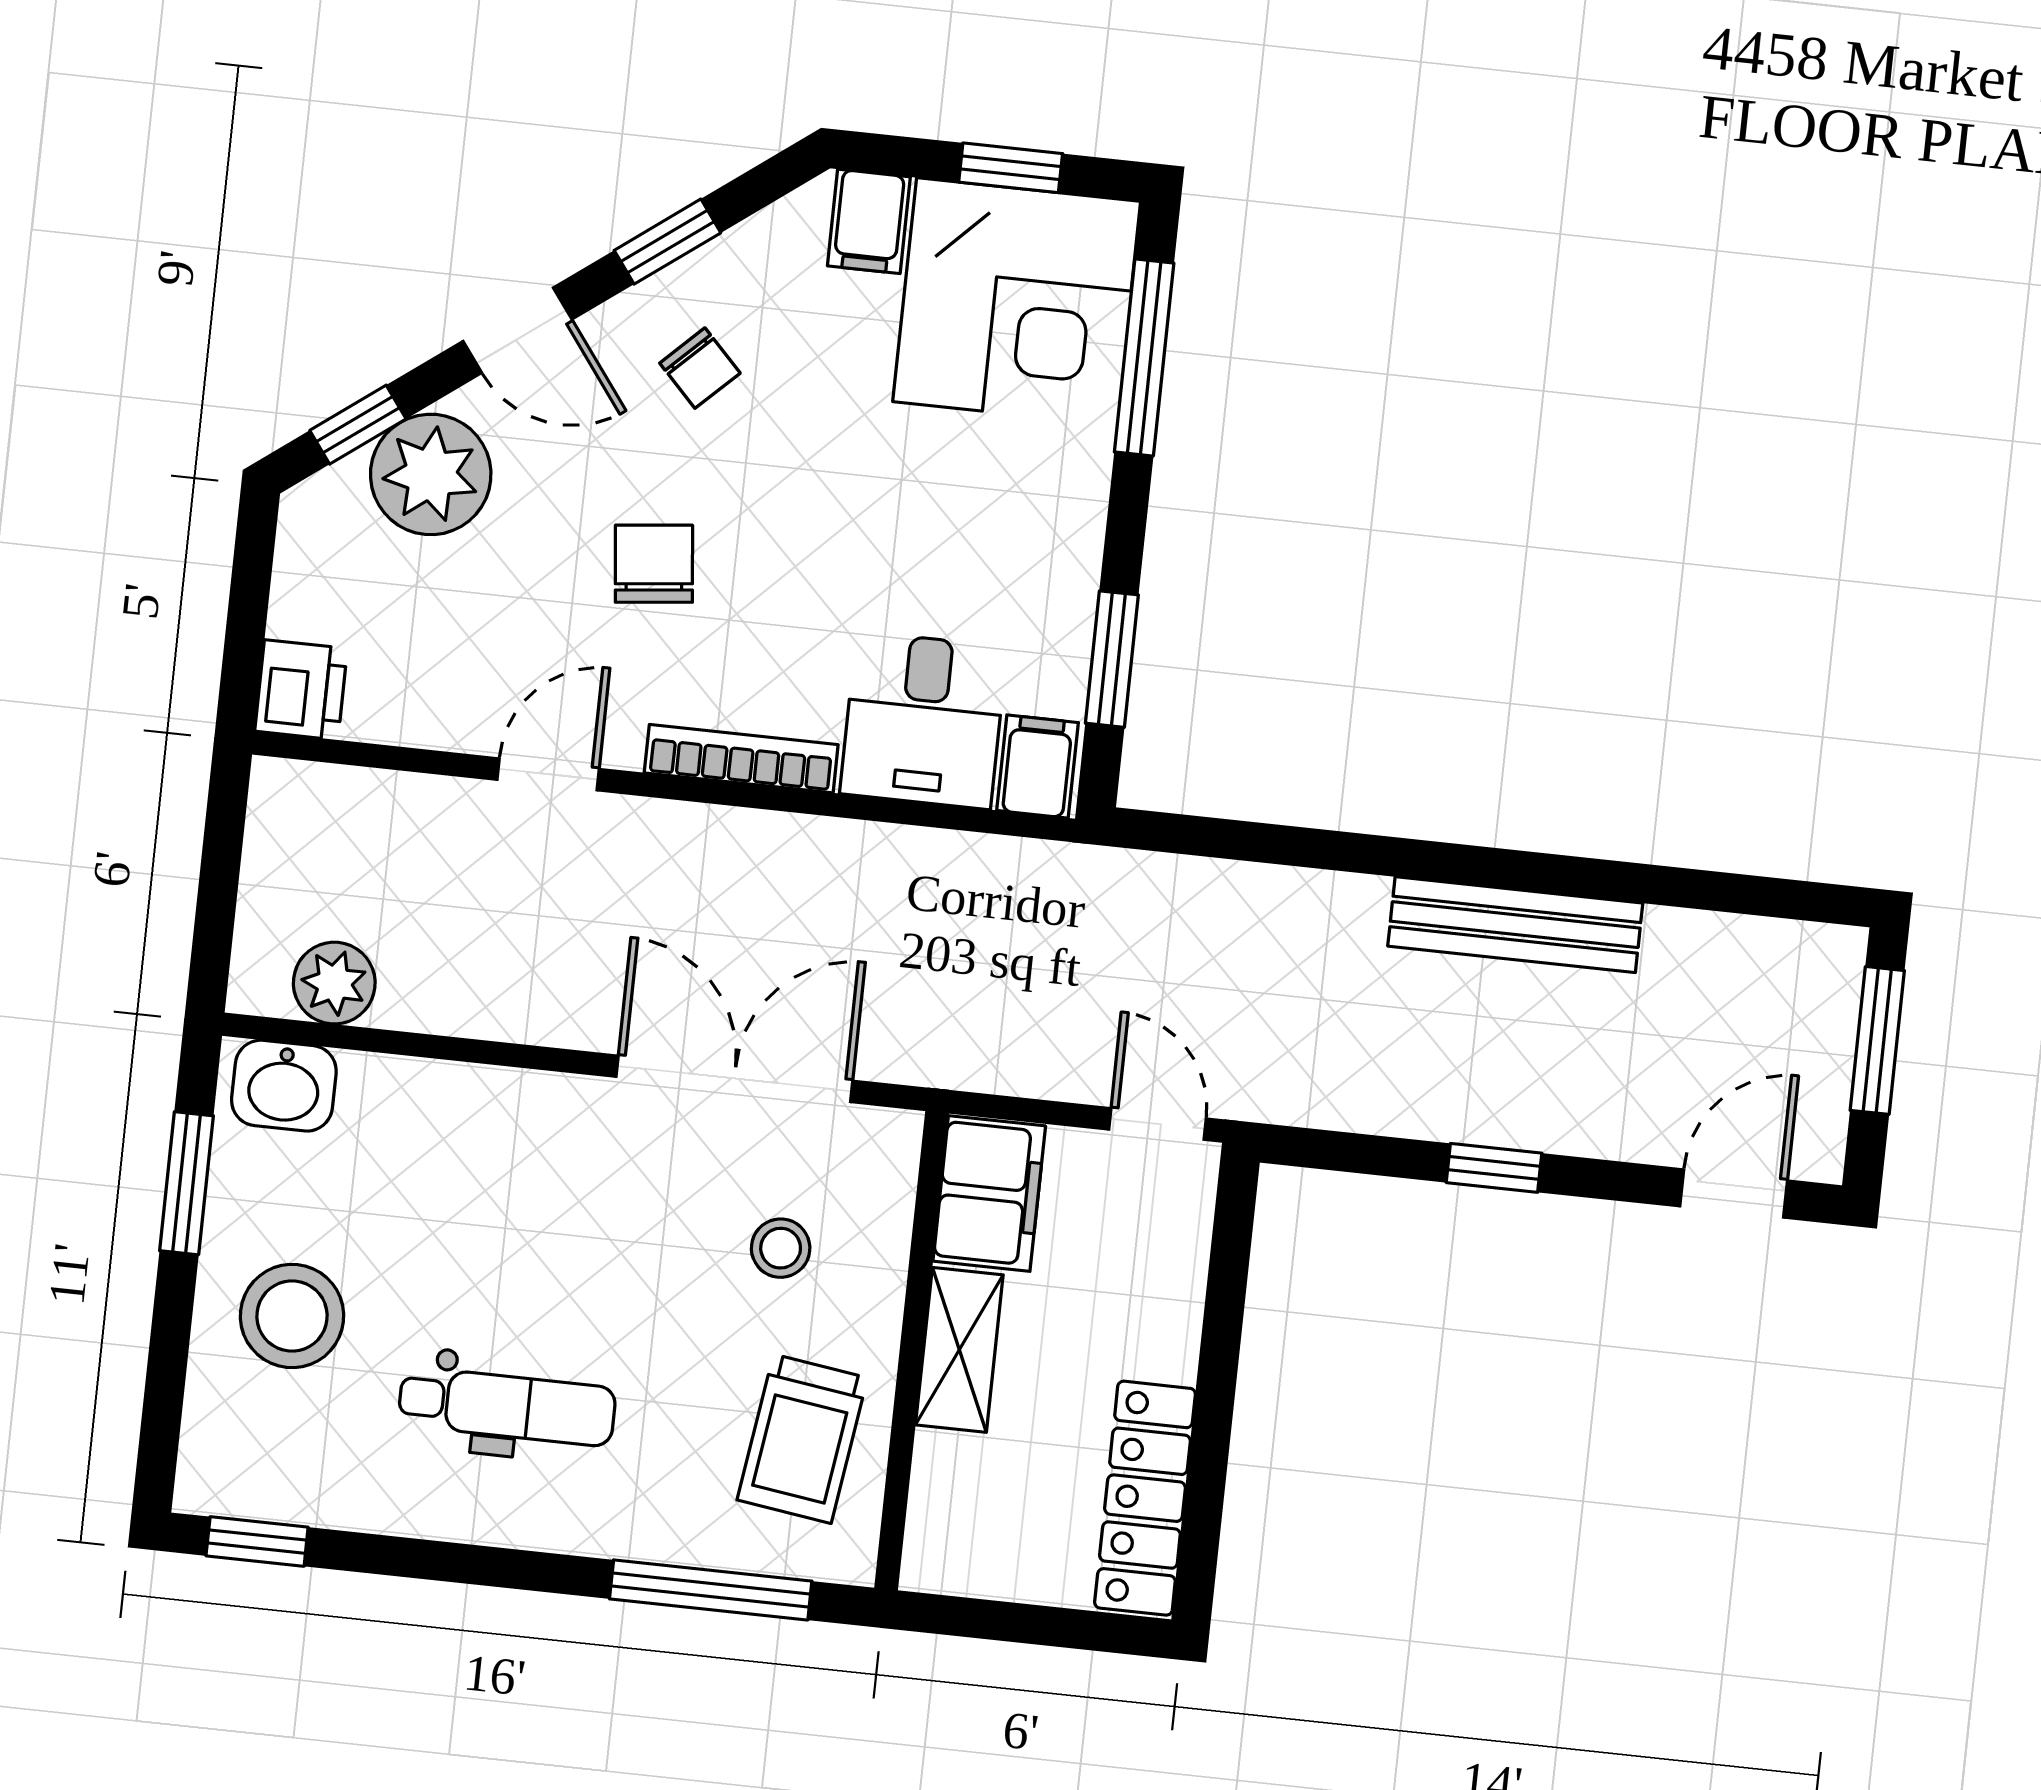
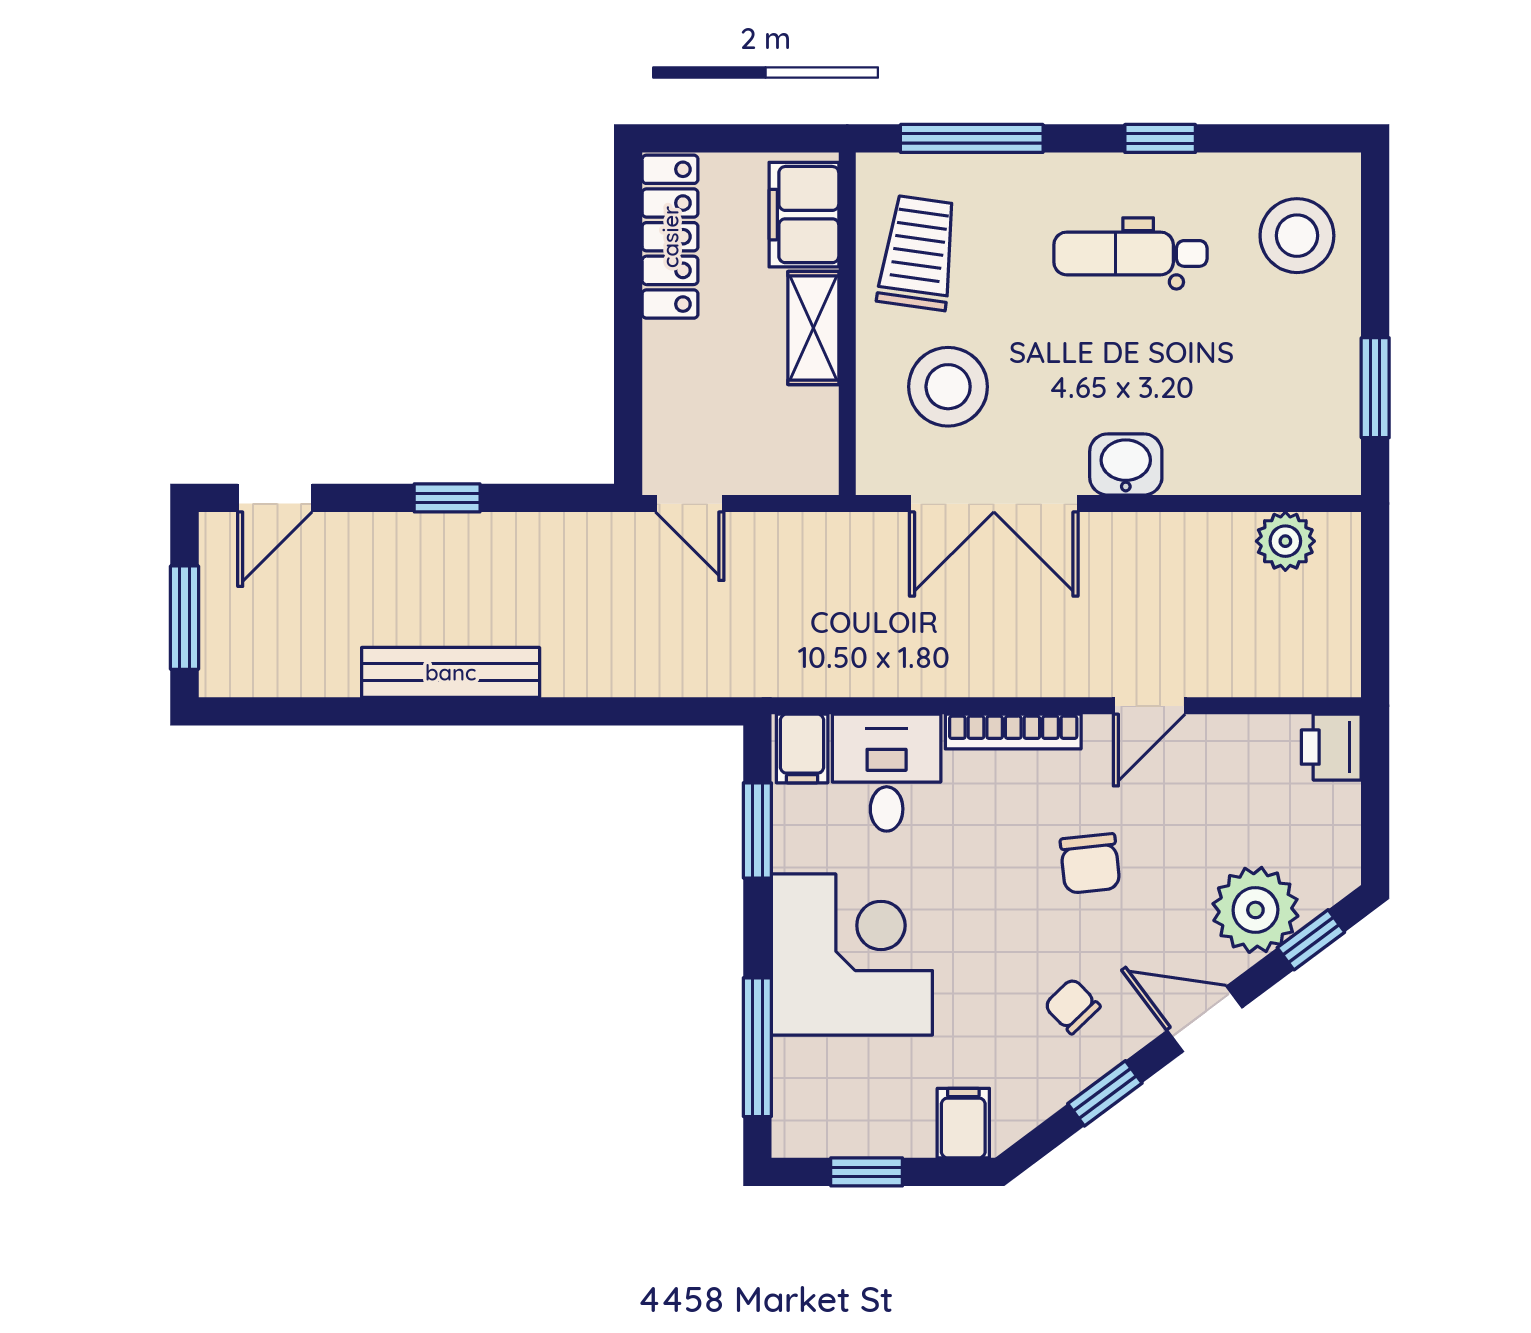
corner desk: (1017, 302) -> (852, 954), moved, turned 90
washbasin: (284, 1086) -> (1126, 464), moved
filing cabinet: (989, 1193) -> (804, 215), moved
stool: (781, 1248) -> (948, 387), width x1.89, depth x1.89
stool: (292, 1316) -> (1297, 236), moved
window: (257, 1542) -> (1160, 138), moved

